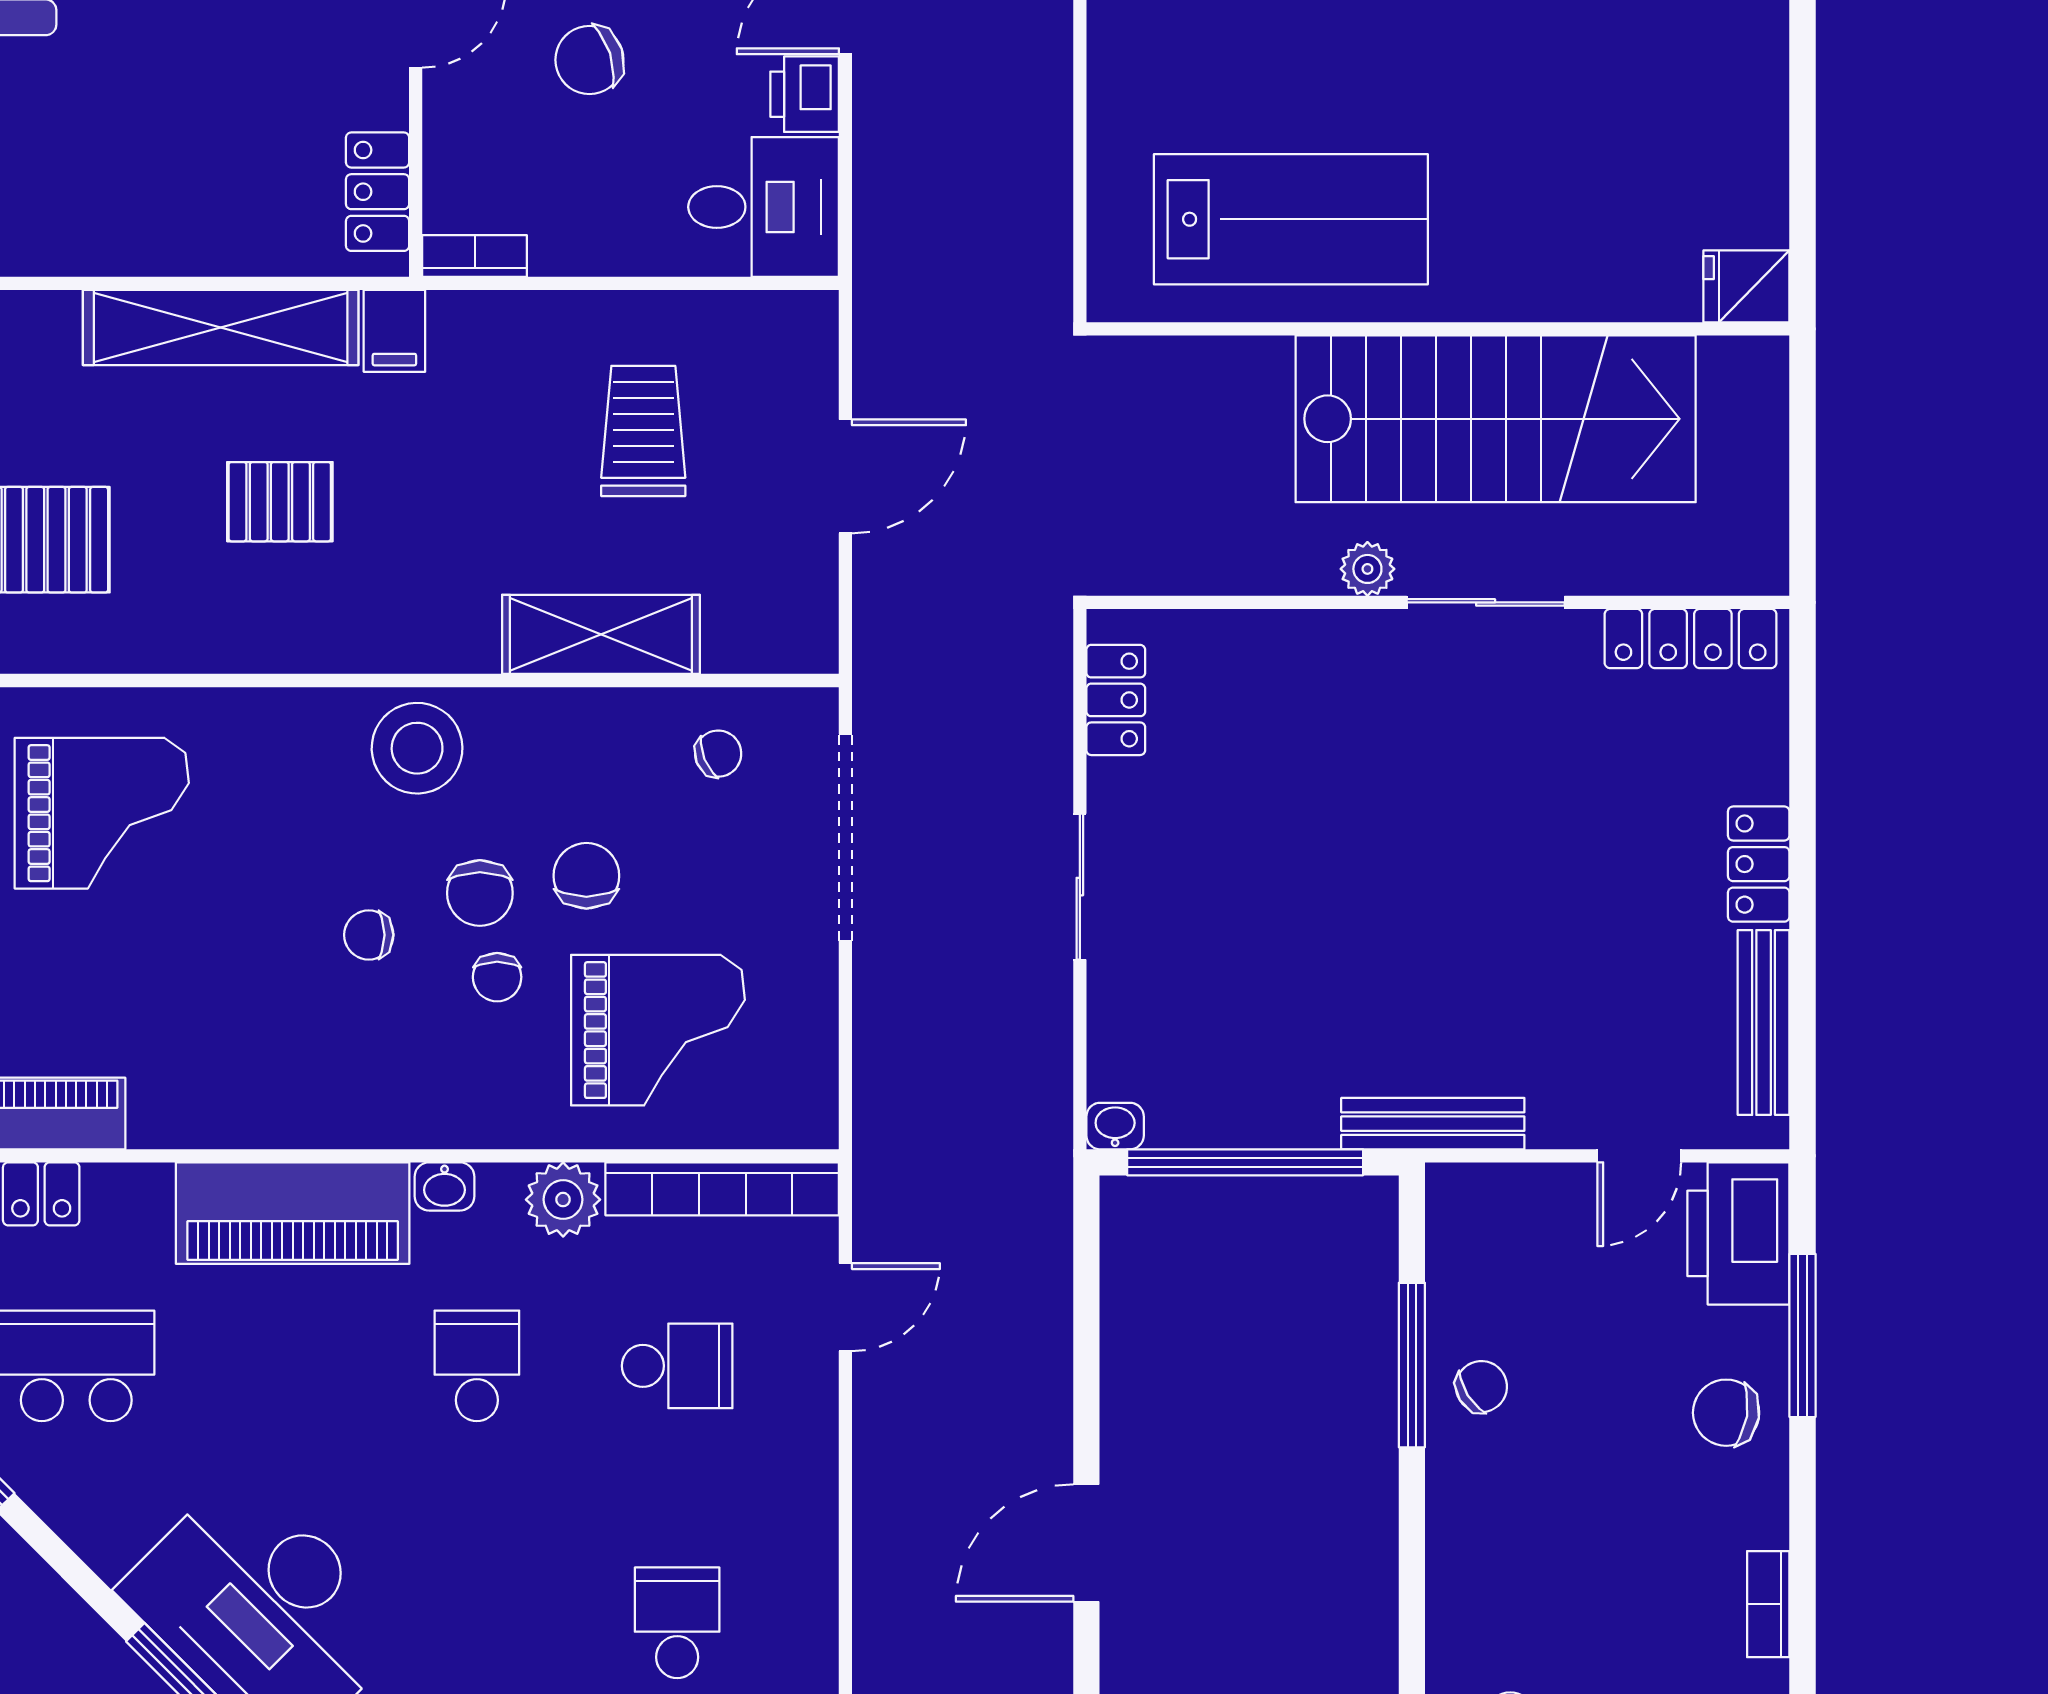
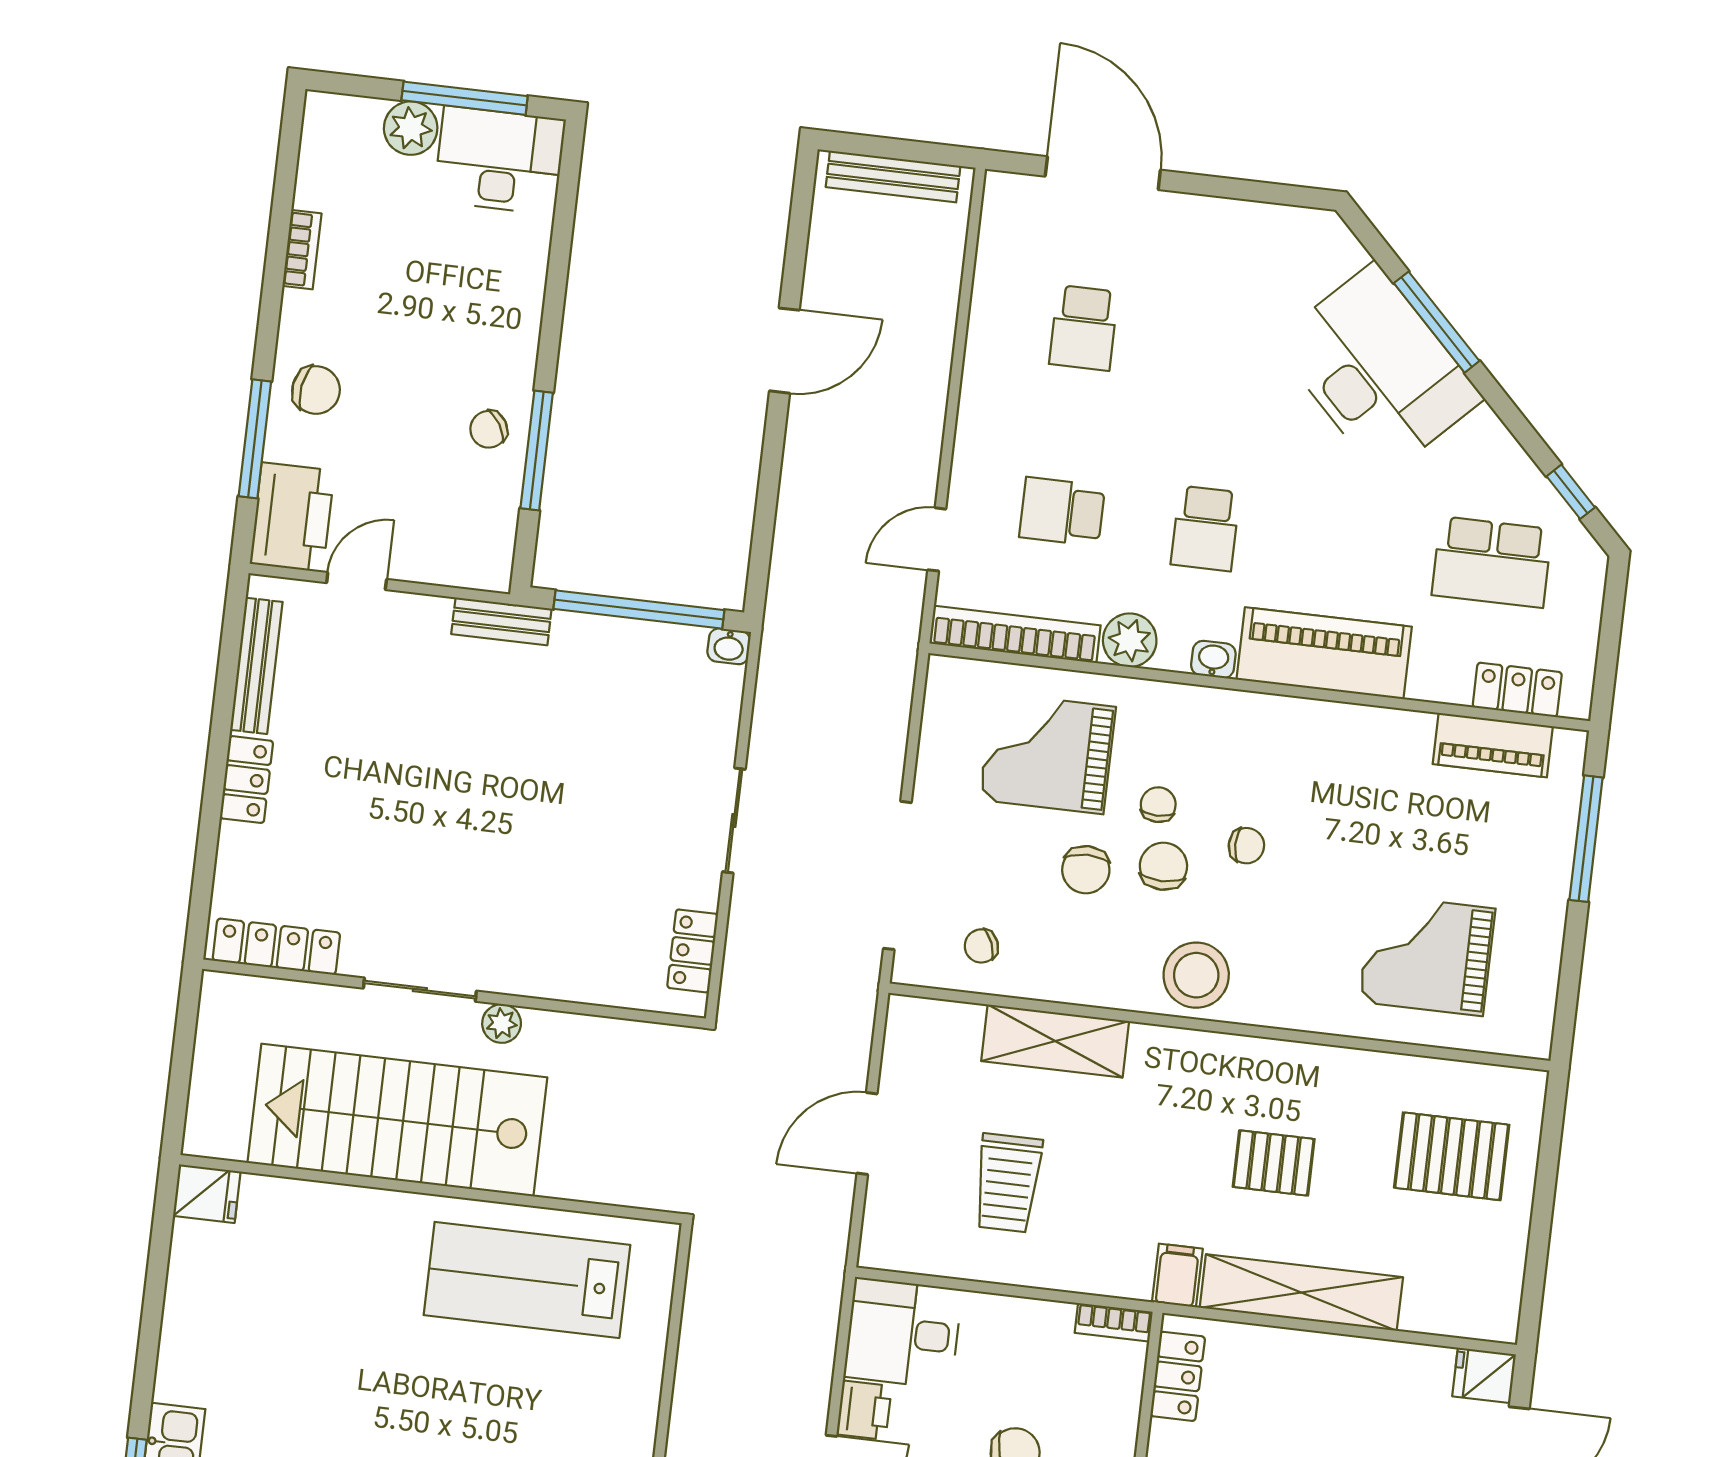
bench: (1433, 1124) -> (501, 621), width x0.73

